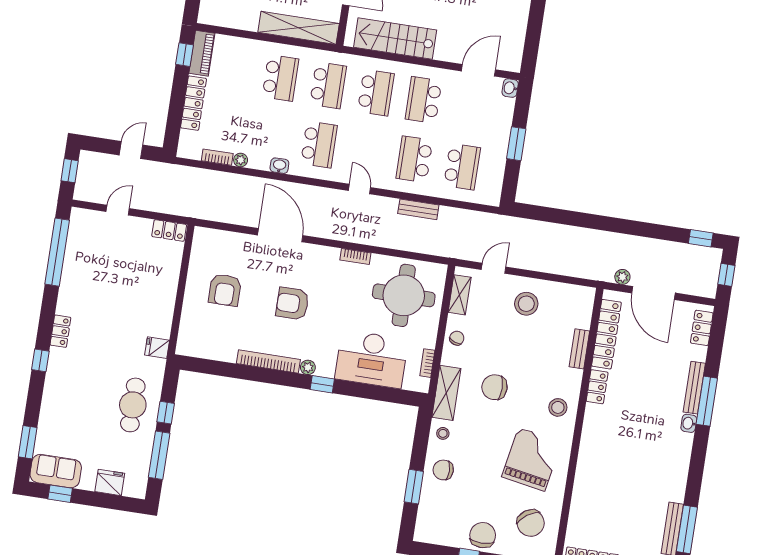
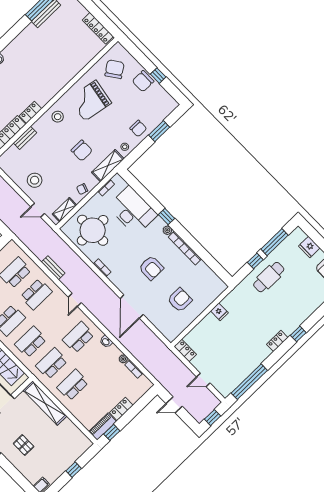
locker: (193, 103) -> (121, 409), width x0.66
fridge: (157, 348) -> (219, 312), moved

